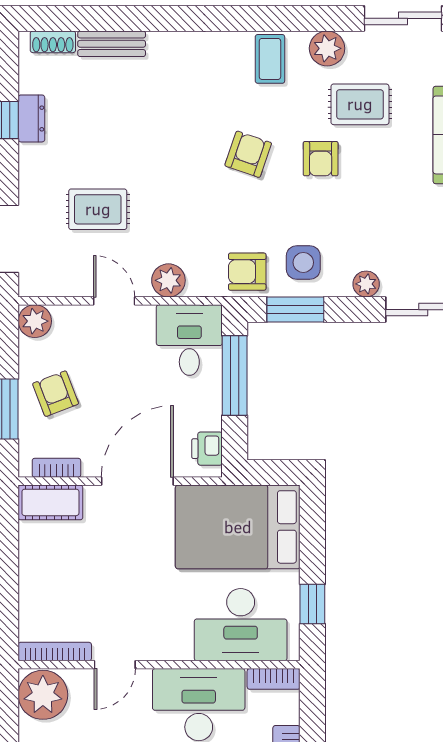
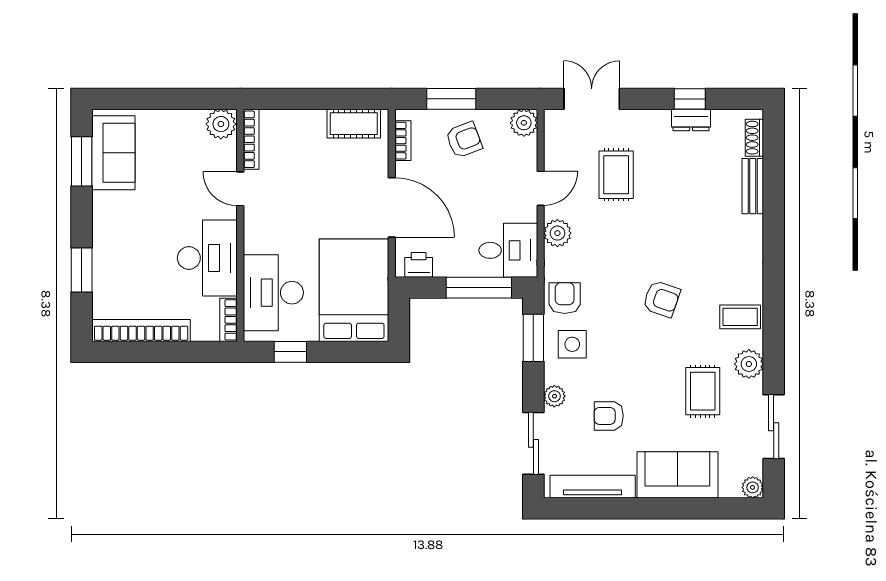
armchair: (321, 159) -> (609, 416), moved
cot: (50, 502) -> (354, 124), moved, turned 90
plant: (43, 695) -> (221, 124), width x0.73, depth x0.73

